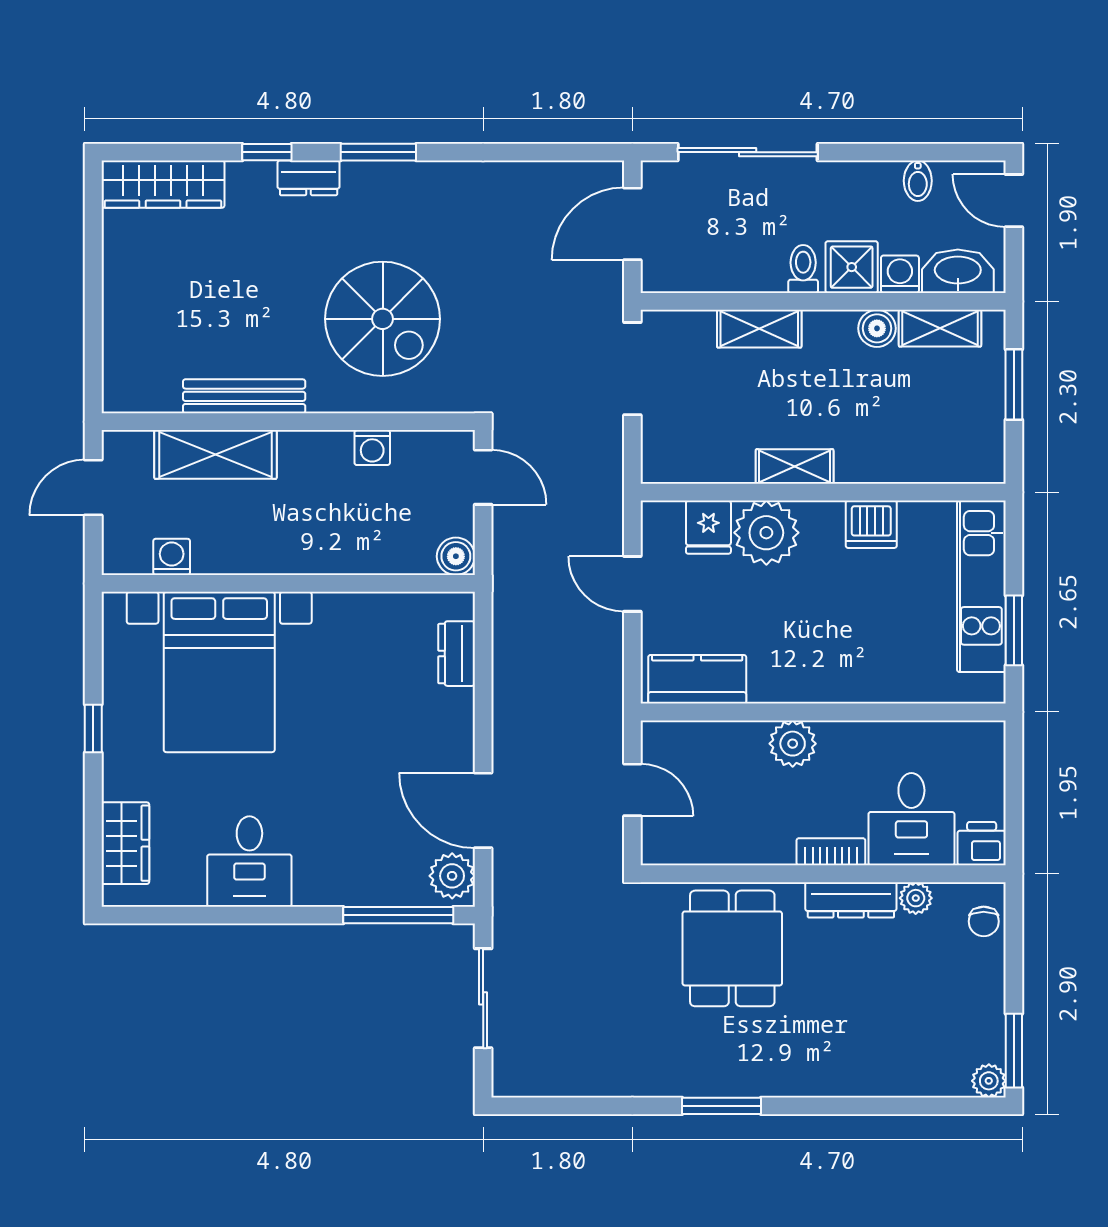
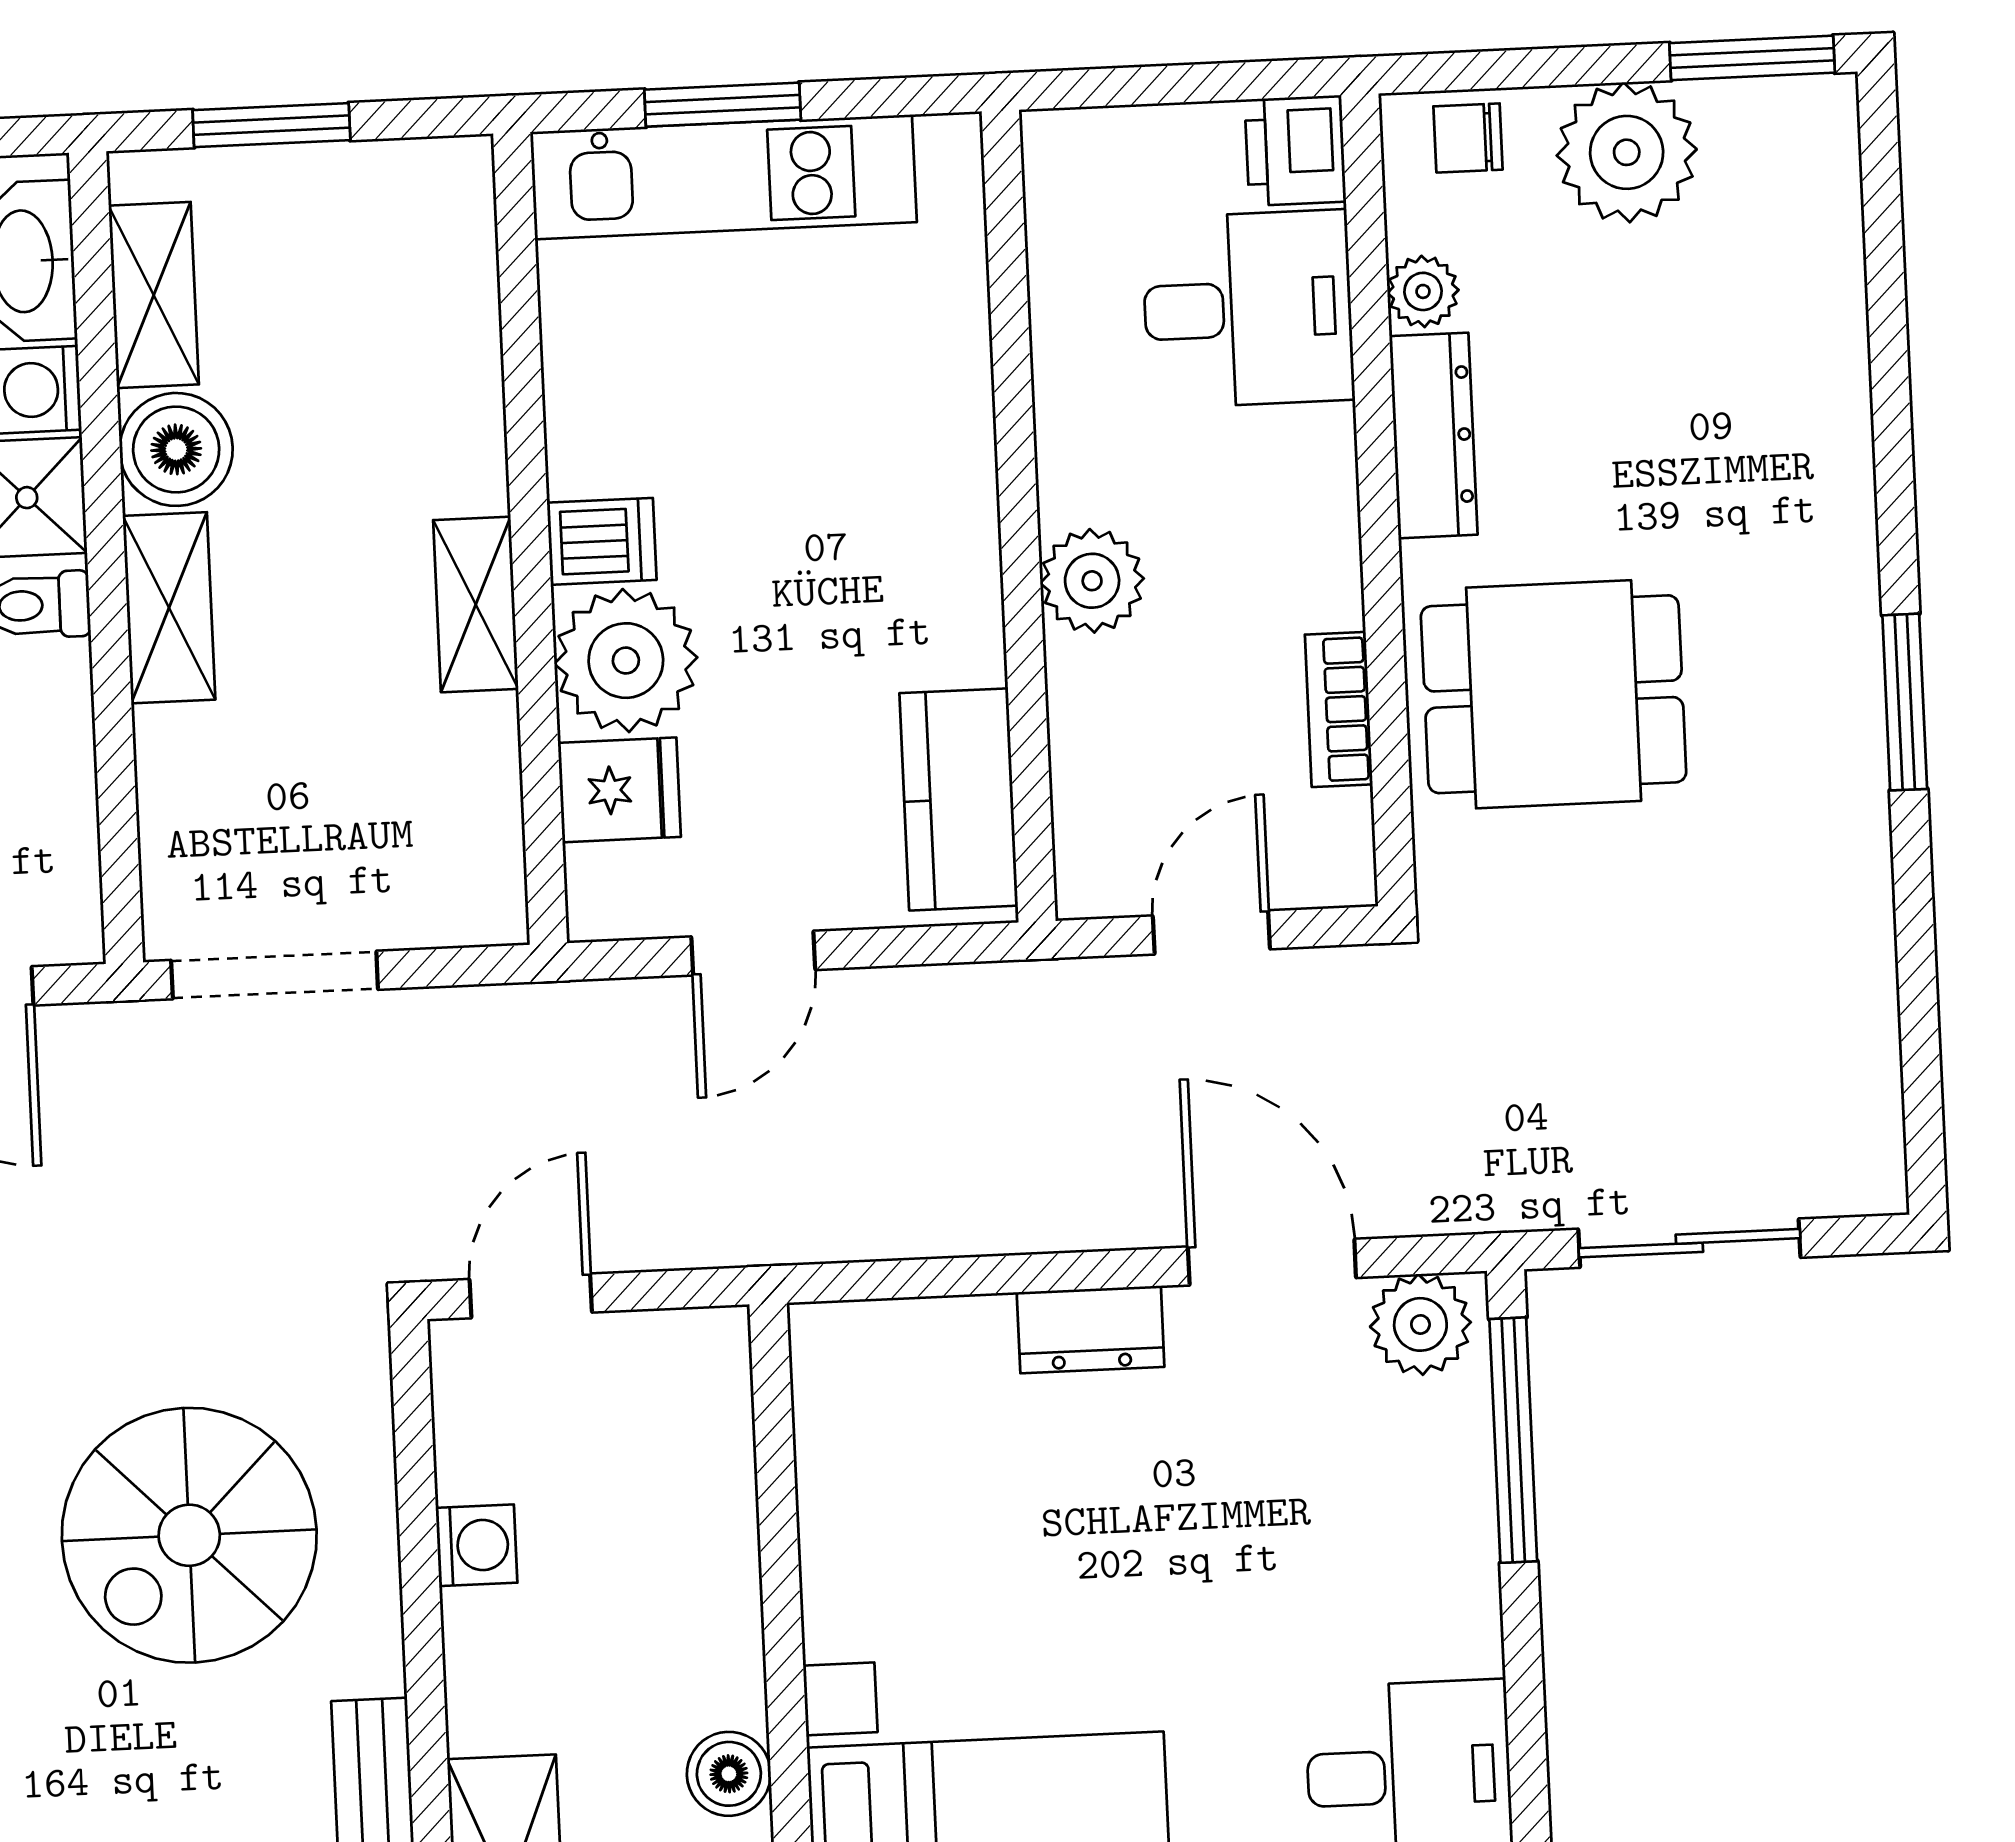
spiral stairs: (383, 319) -> (189, 1535), turned 180
boiler: (877, 328) -> (176, 449), width x1.36, depth x1.36
shelving: (759, 329) -> (169, 608), moved
dishwasher: (871, 524) -> (602, 541), moved, width x0.73
boiler: (456, 556) -> (729, 1774), moved
window: (1014, 630) -> (723, 105), moved
dresser: (457, 654) -> (1091, 1330), moved
door: (483, 810) -> (1272, 1262), swing flipped
bookcase: (831, 852) -> (1339, 709), moved
chair: (984, 921) -> (1468, 138), turned 180
plant: (989, 1081) -> (1627, 152), moved, width x1.88, depth x1.88

